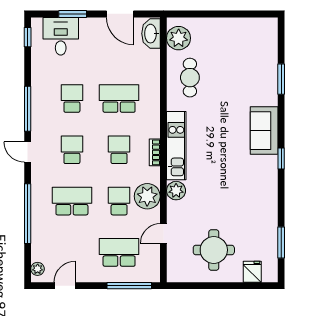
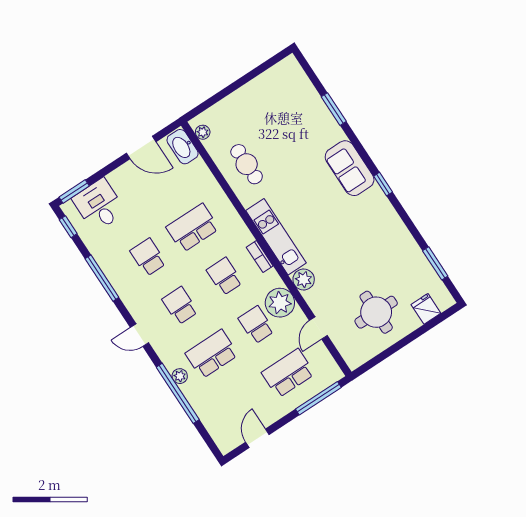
window: (73, 14) -> (74, 191), moved
plant: (179, 38) -> (203, 132), width x0.53, depth x0.53
window: (28, 109) -> (102, 278), moved
plant: (38, 269) -> (180, 376), moved

